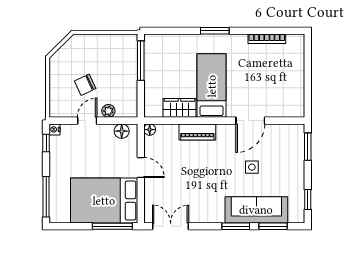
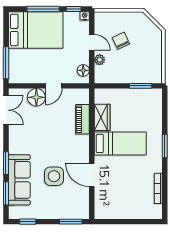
window: (141, 61) -> (141, 86), width x0.69
floor lamp: (150, 130) -> (36, 97), moved, width x1.89, depth x1.89
piano: (197, 132) -> (83, 119), moved
side table: (252, 167) -> (54, 176), width x1.87, depth x1.87
window: (46, 197) -> (43, 9), moved
bed: (104, 201) -> (36, 30), moved, turned 90

